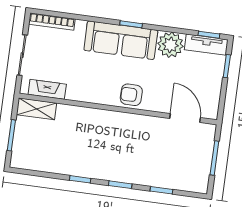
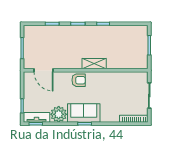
sofa: (121, 40) -> (84, 113), width x0.73
fireplace: (47, 89) -> (131, 77), removed
shelving: (36, 109) -> (94, 64), moved

